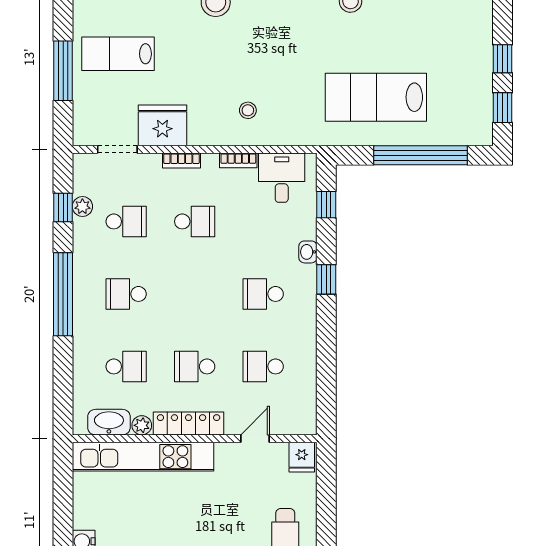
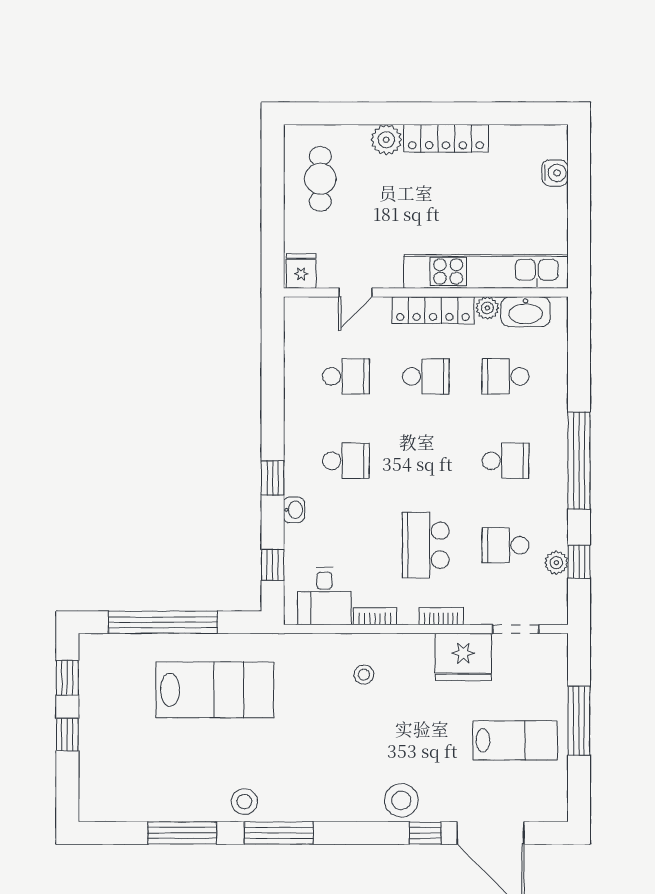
school desk: (195, 221) -> (426, 545), width x1.85

